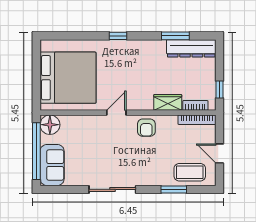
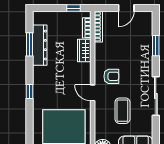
dresser: (191, 48) -> (40, 45), moved
armchair: (146, 128) -> (111, 76), moved
coffee table: (190, 172) -> (122, 111), moved

